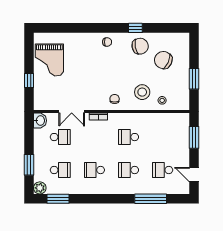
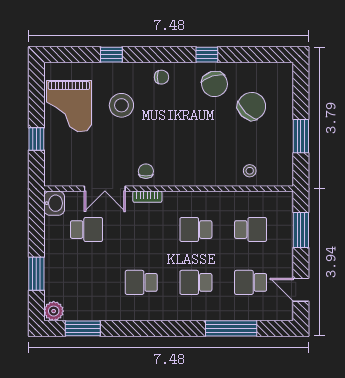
window: (76, 28) -> (111, 55), added
chair: (140, 46) -> (215, 84), turned 84
chair: (163, 60) -> (252, 106), turned 110
stool: (142, 92) -> (121, 105), moved
chair: (115, 99) -> (146, 171), moved
school desk: (60, 170) -> (251, 230), moved

